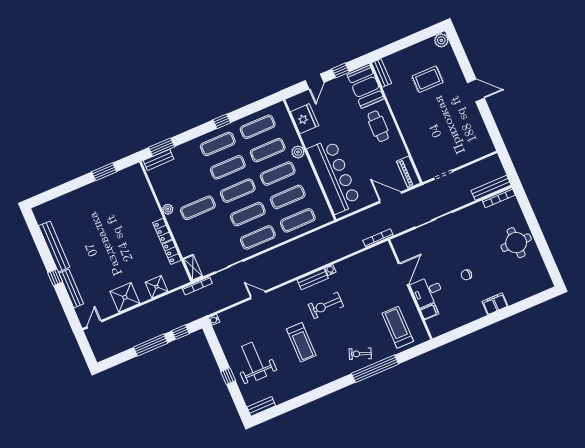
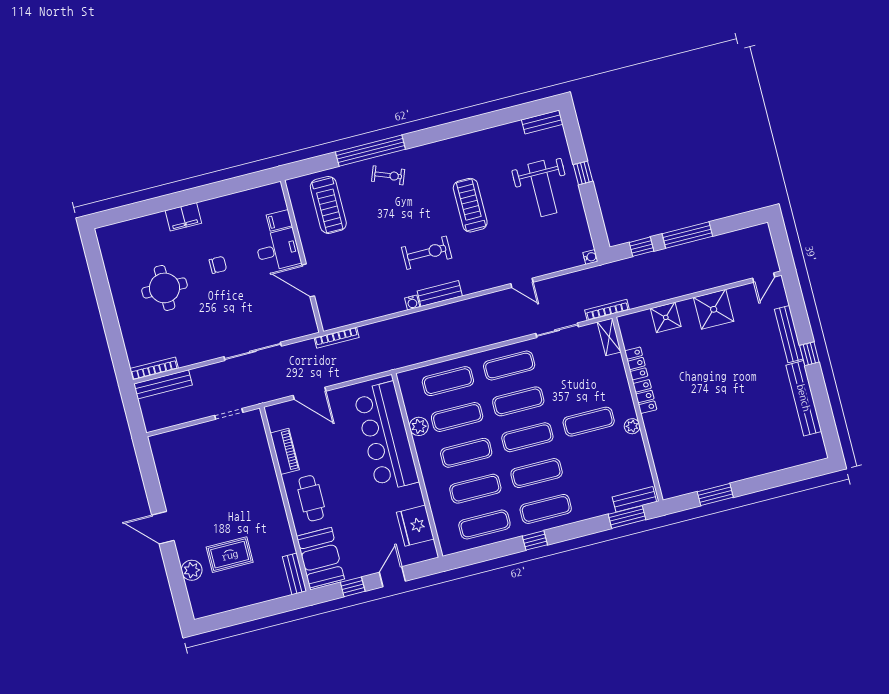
plant: (441, 40) -> (192, 570), moved
plant: (298, 152) -> (419, 426), moved
piano: (408, 172) -> (285, 451), moved
round table: (516, 243) -> (165, 288), moved
door: (403, 274) -> (308, 280), hinge flipped

